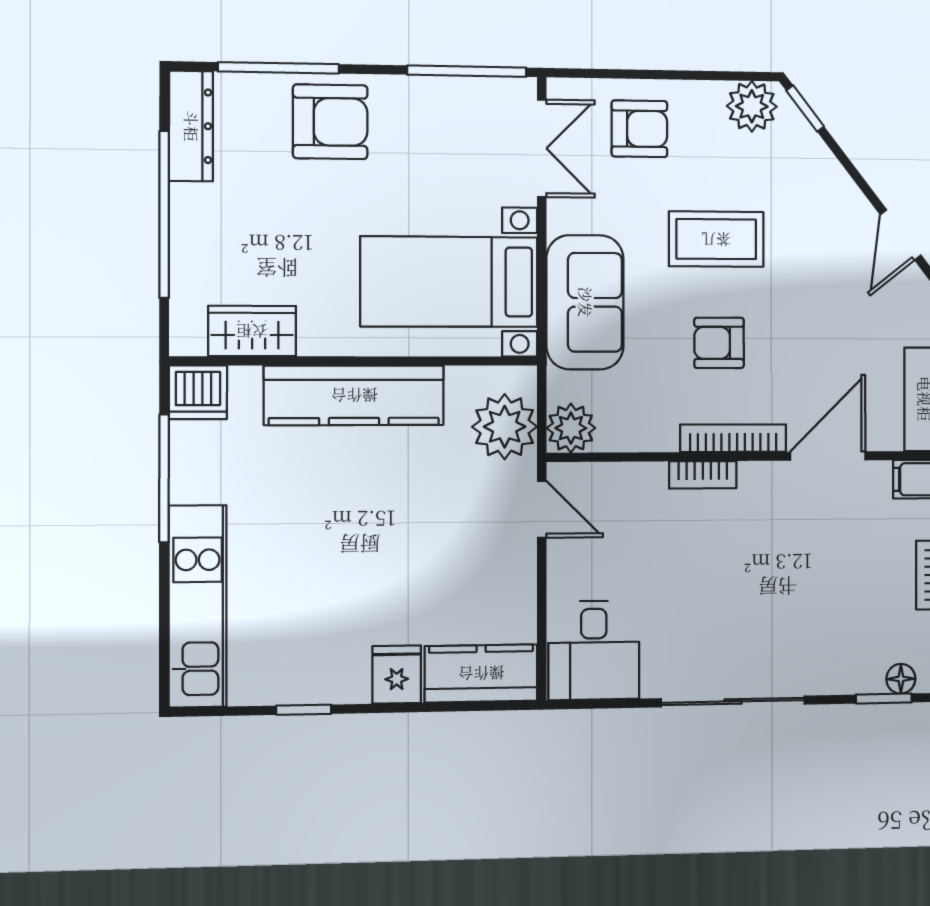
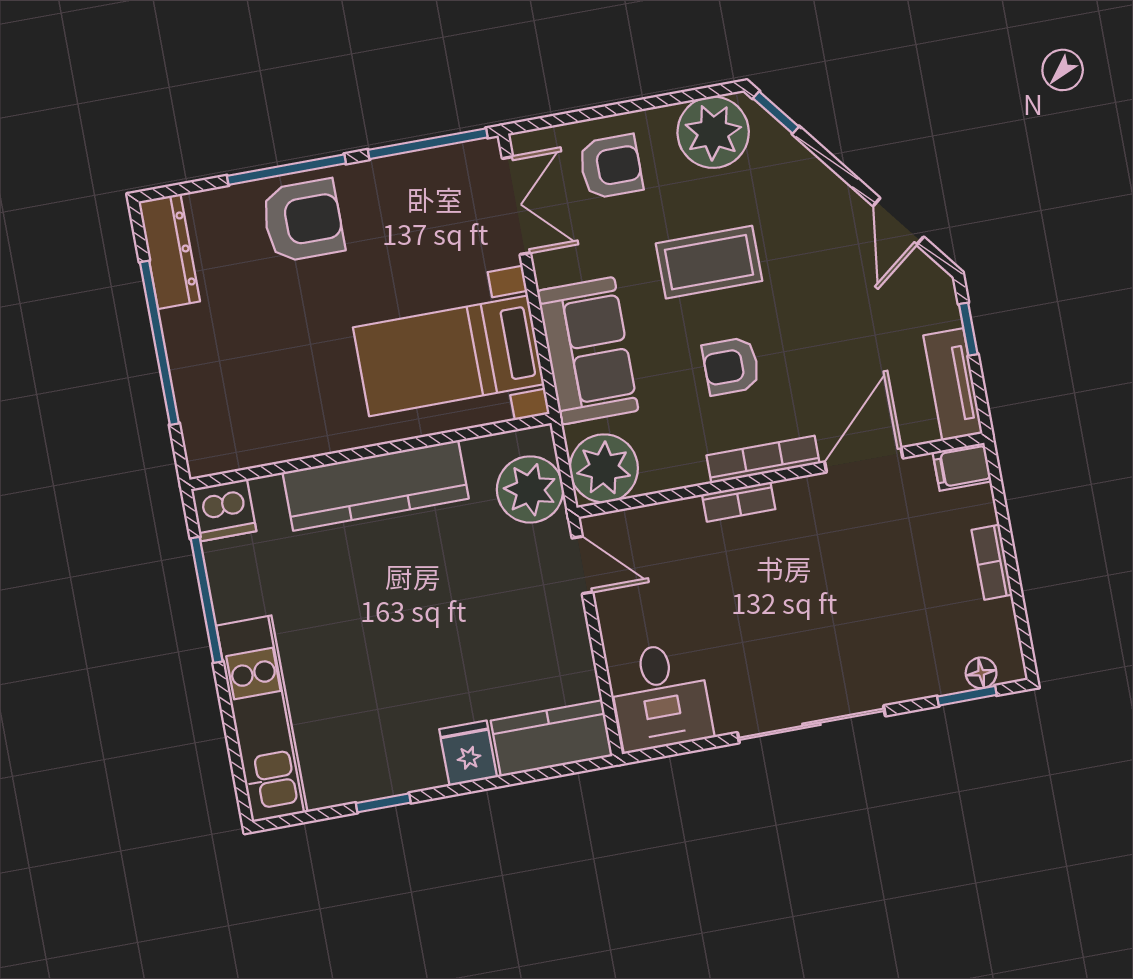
window: (278, 68) -> (286, 170), moved
plant: (752, 106) -> (713, 132), width x1.36, depth x1.36
wardrobe: (252, 331) -> (265, 441), removed
plant: (571, 428) -> (604, 468), width x1.36, depth x1.36

